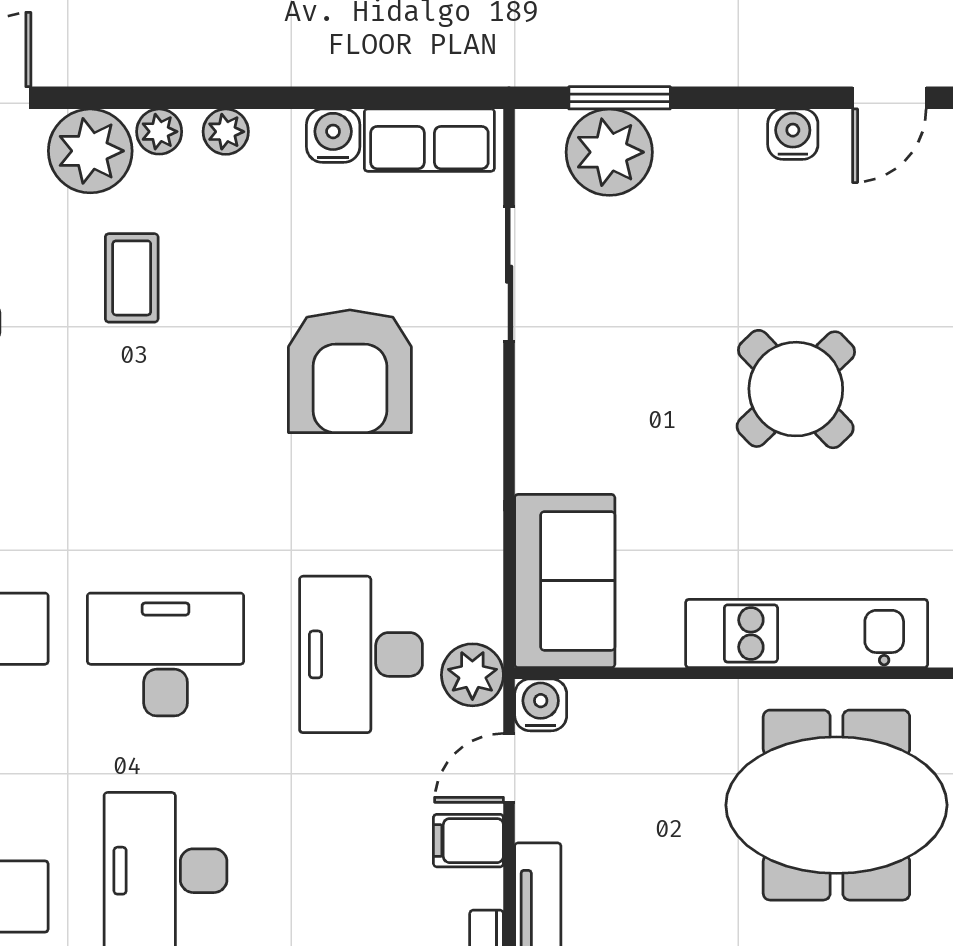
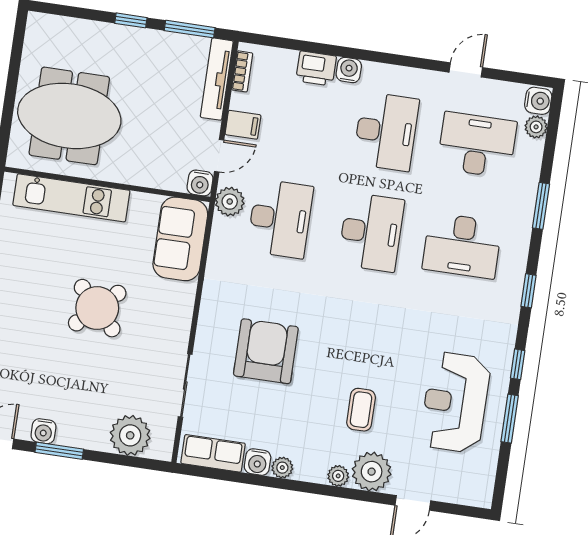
window: (620, 98) -> (59, 451), moved
plant: (226, 132) -> (282, 468), moved
round table: (796, 389) -> (97, 308), moved
desk: (166, 654) -> (371, 232), turned -90

